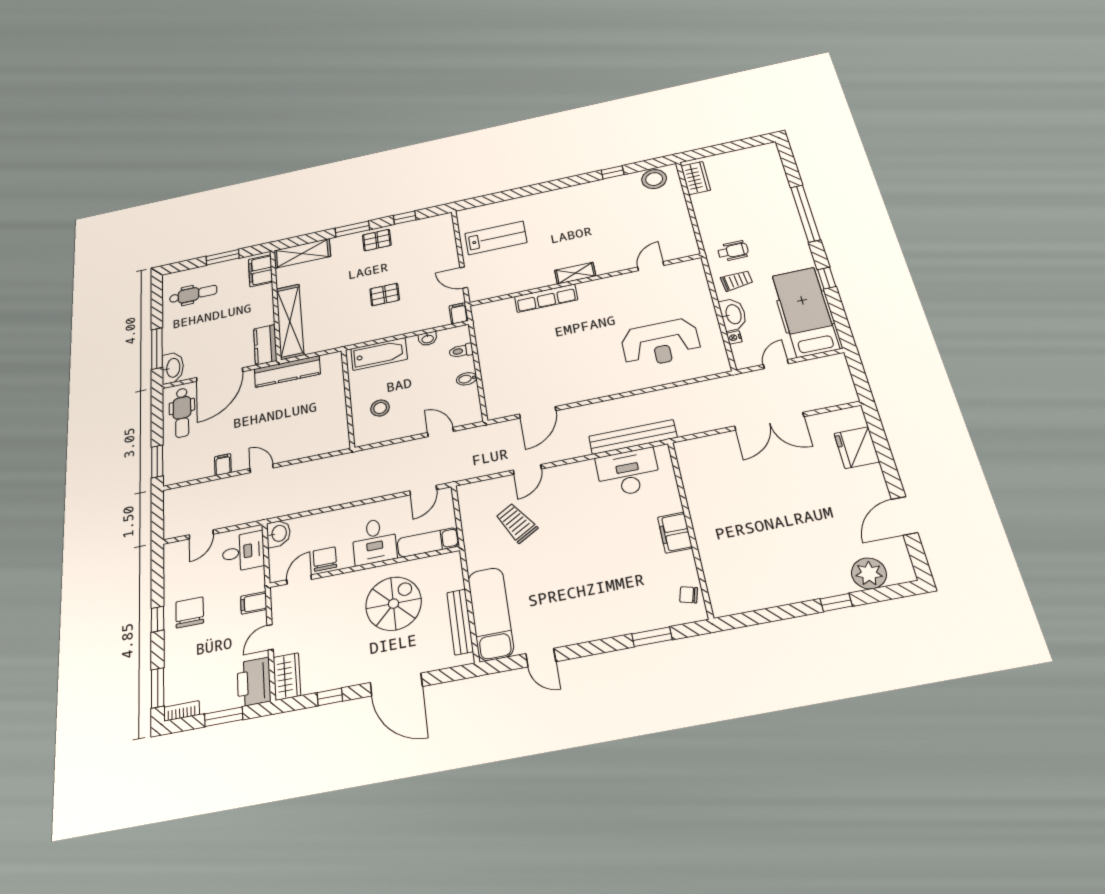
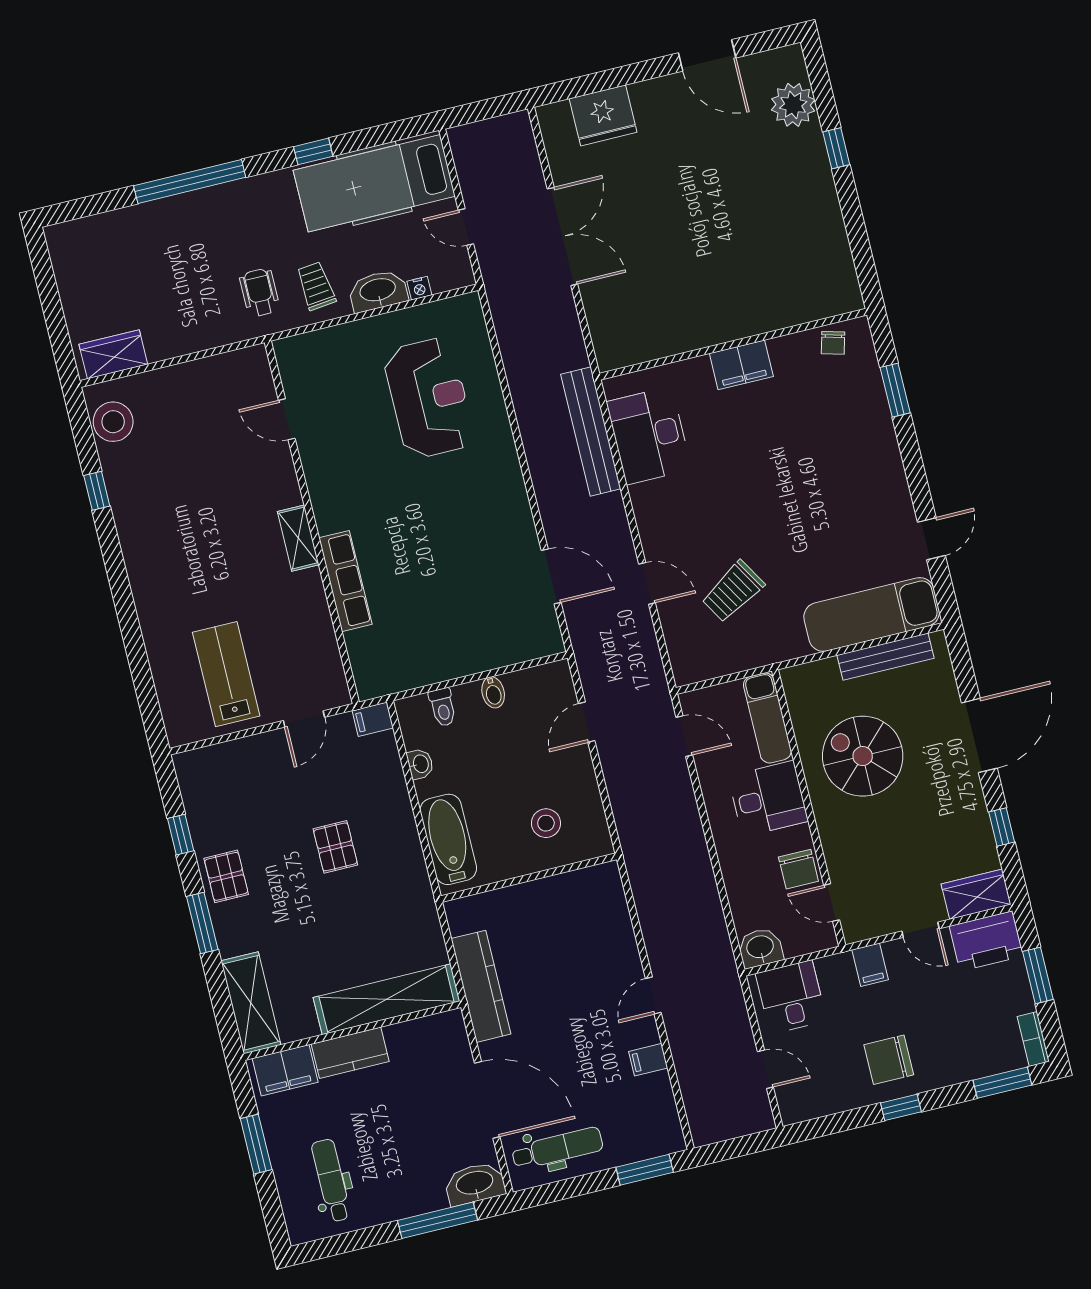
kitchen counter: (265, 345) -> (350, 1053), moved
chair: (325, 559) -> (798, 869), turned -90

